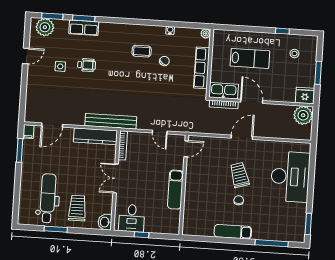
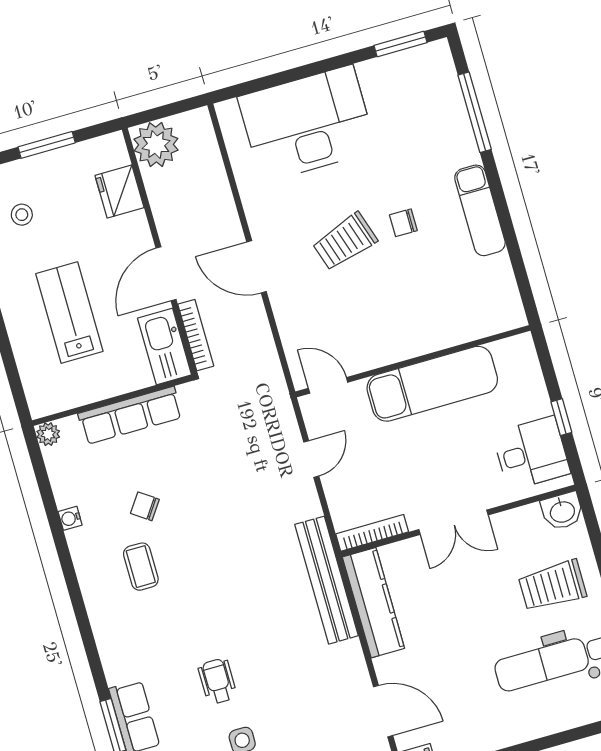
fridge: (305, 96) -> (119, 191), moved
exam couch: (175, 190) -> (432, 384), width x1.36, depth x1.45

